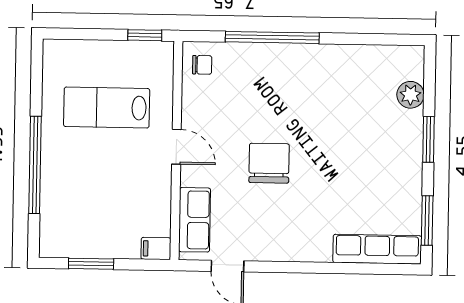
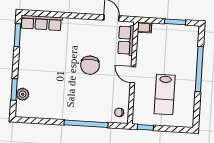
lab bench: (107, 108) -> (165, 94), turned 90
window: (429, 139) -> (14, 89), moved

